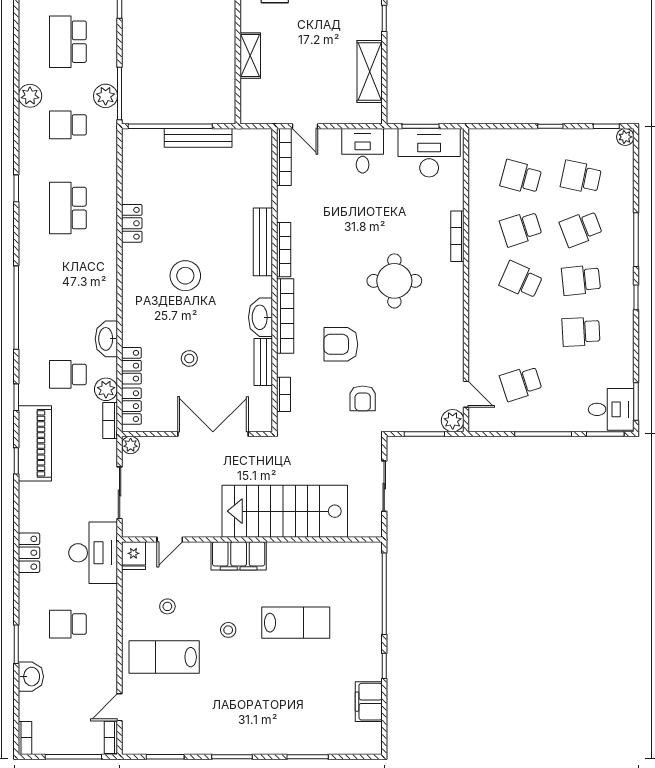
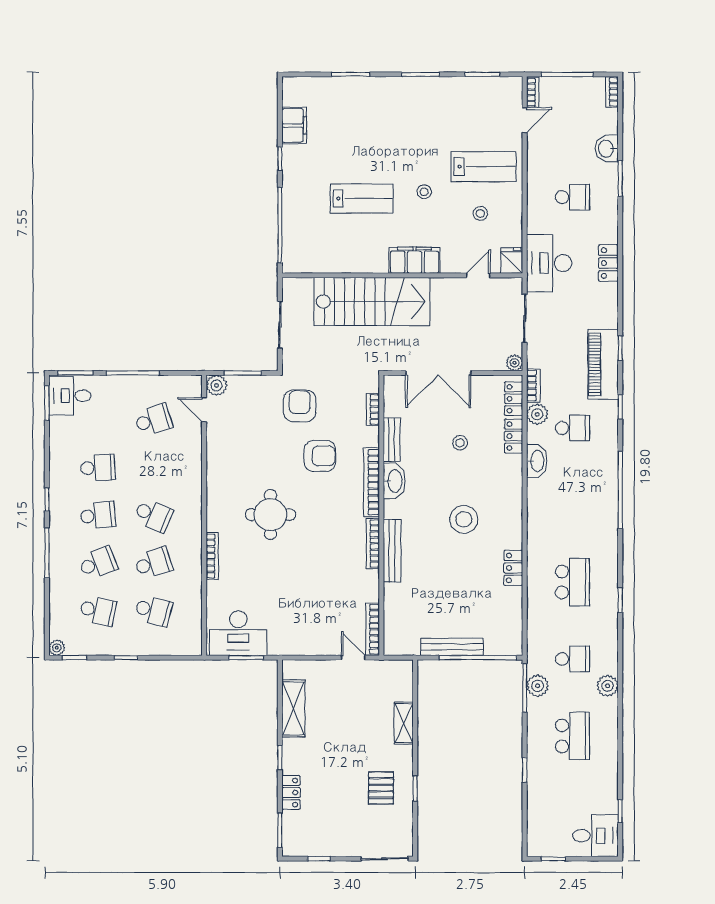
desk: (363, 151) -> (300, 635), removed
armchair: (363, 398) -> (300, 406), width x1.38, depth x1.38
lab bench: (296, 623) -> (362, 198), turned 180

